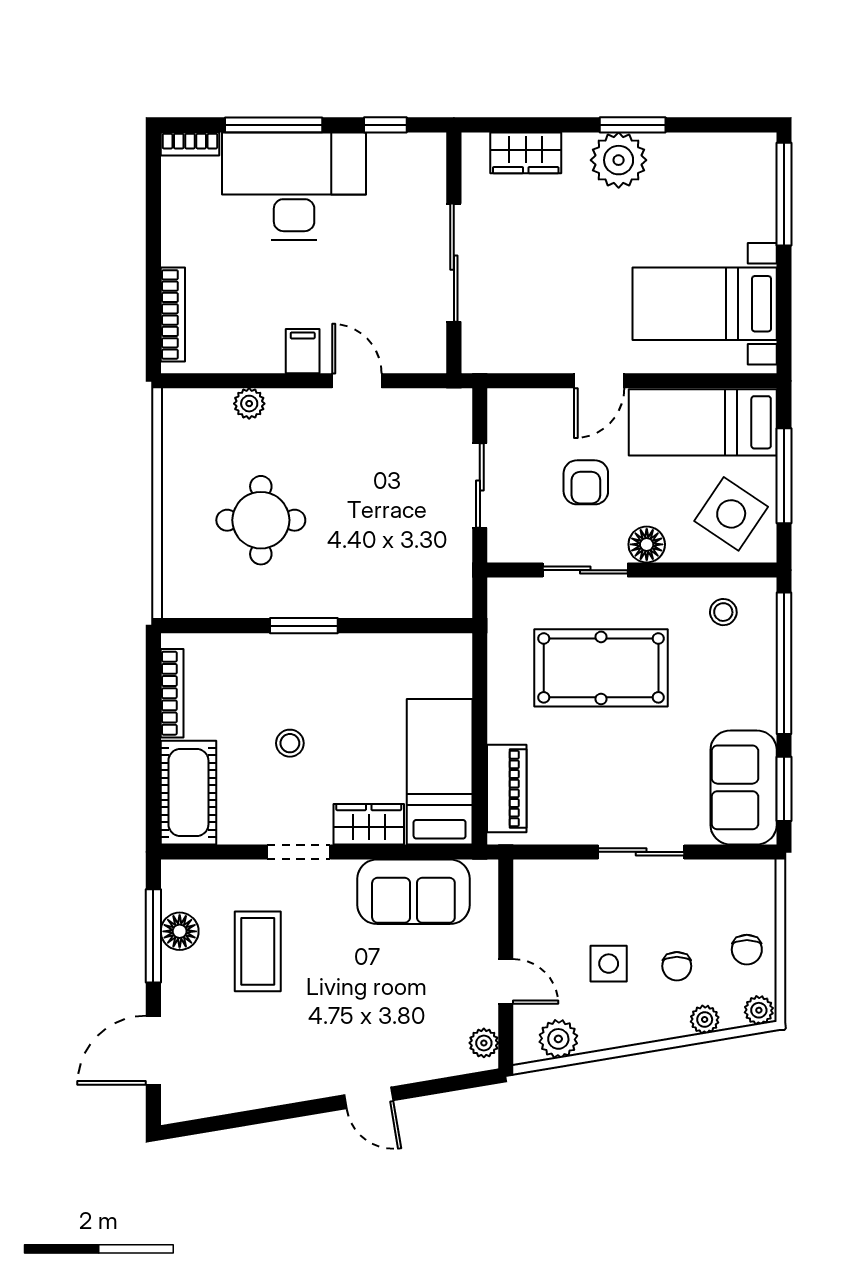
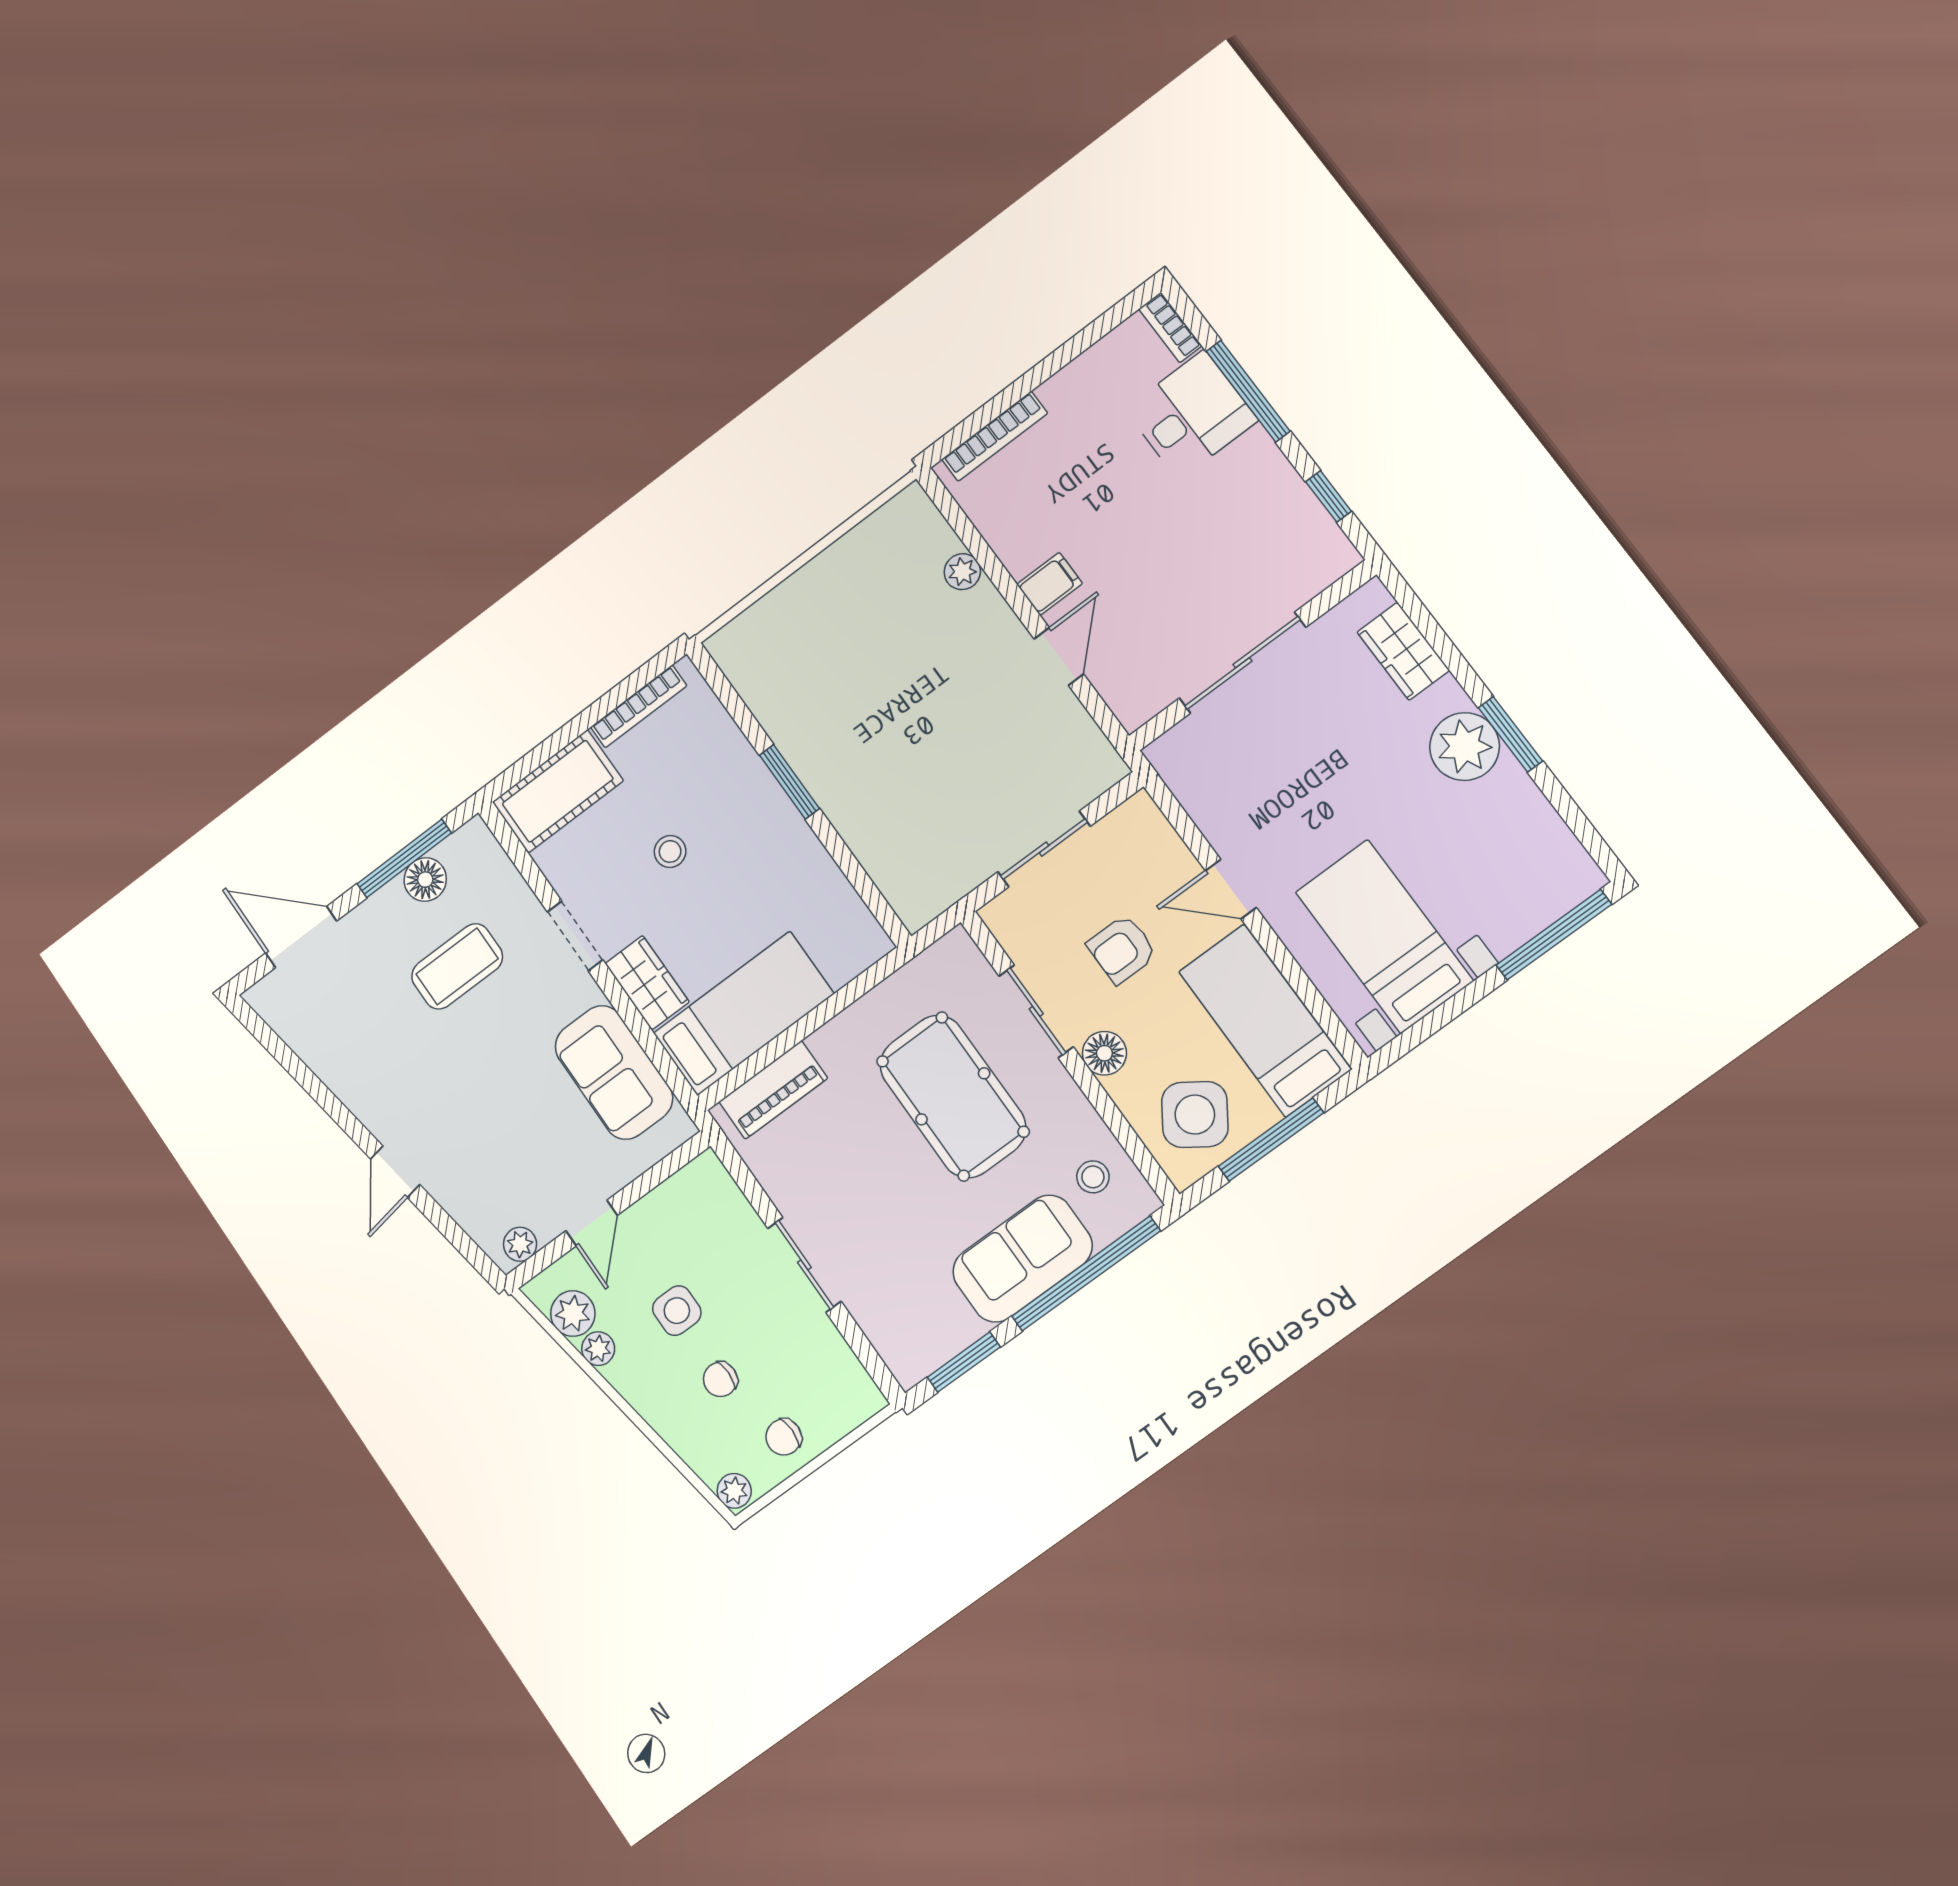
desk: (294, 186) -> (1191, 415), width x0.53, depth x0.77
round table: (261, 520) -> (860, 666), removed
sofa: (744, 787) -> (1022, 1259), moved
plant: (705, 1020) -> (598, 1349), moved

